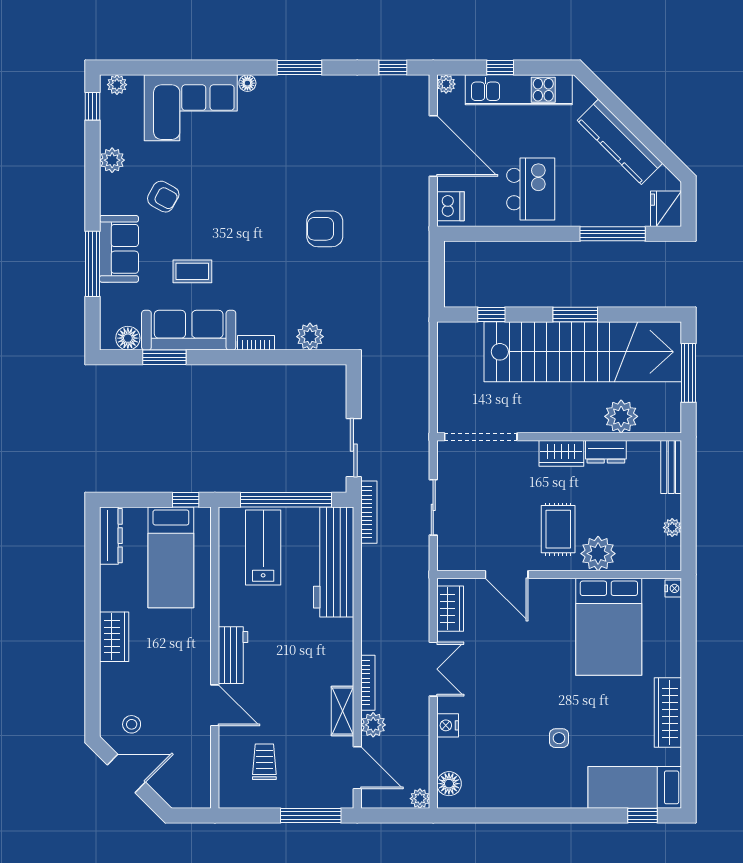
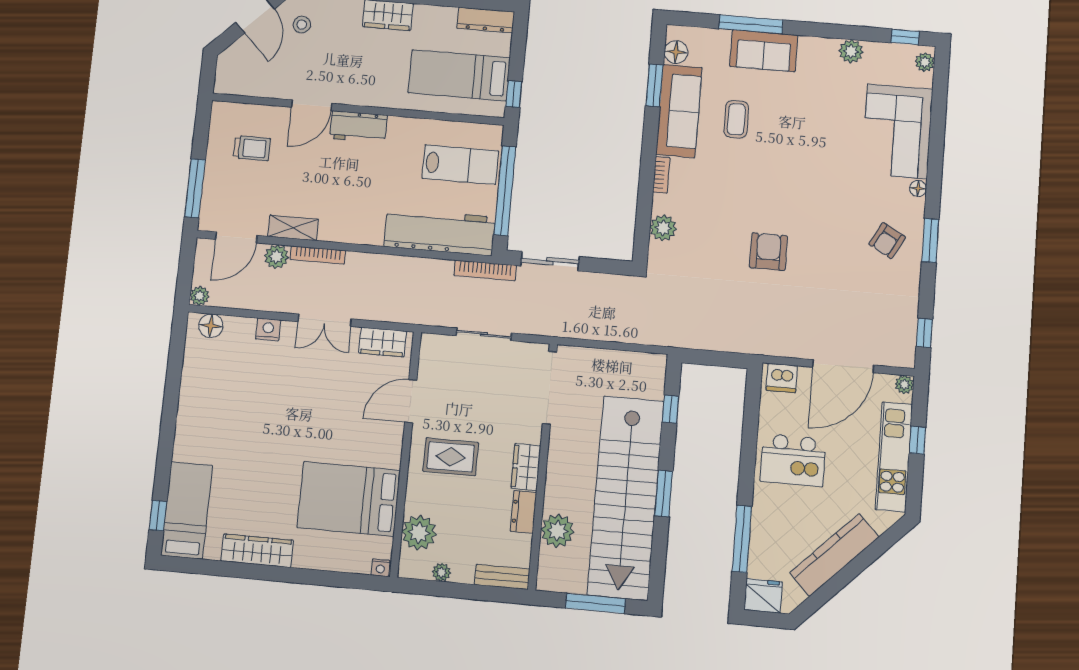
armchair: (163, 197) -> (887, 241), moved
plant: (598, 554) -> (419, 533), moved
side table: (559, 738) -> (244, 439), removed

